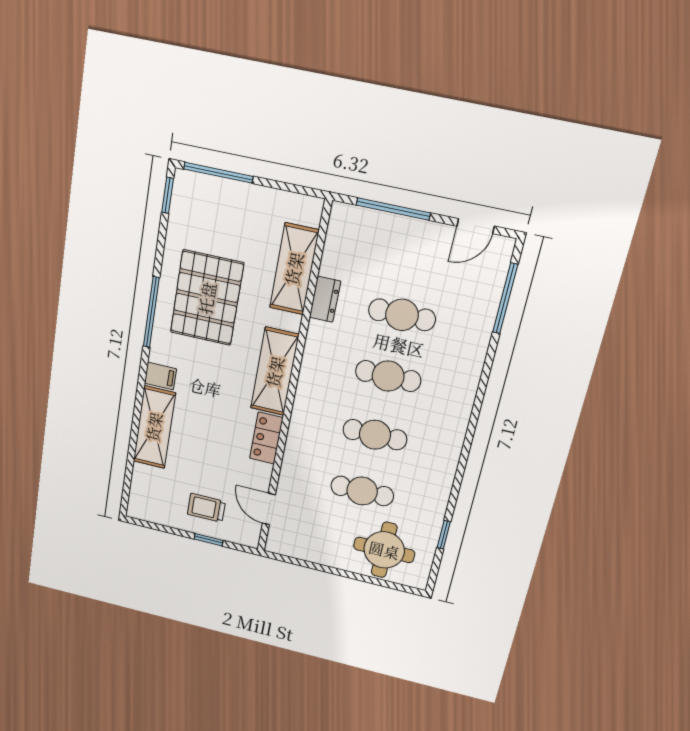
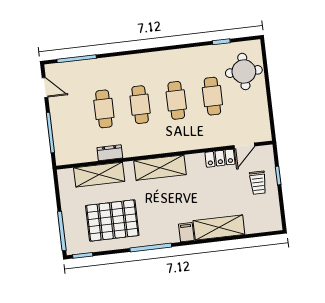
pallet: (207, 298) -> (112, 220), moved
locker: (266, 438) -> (220, 158), moved

